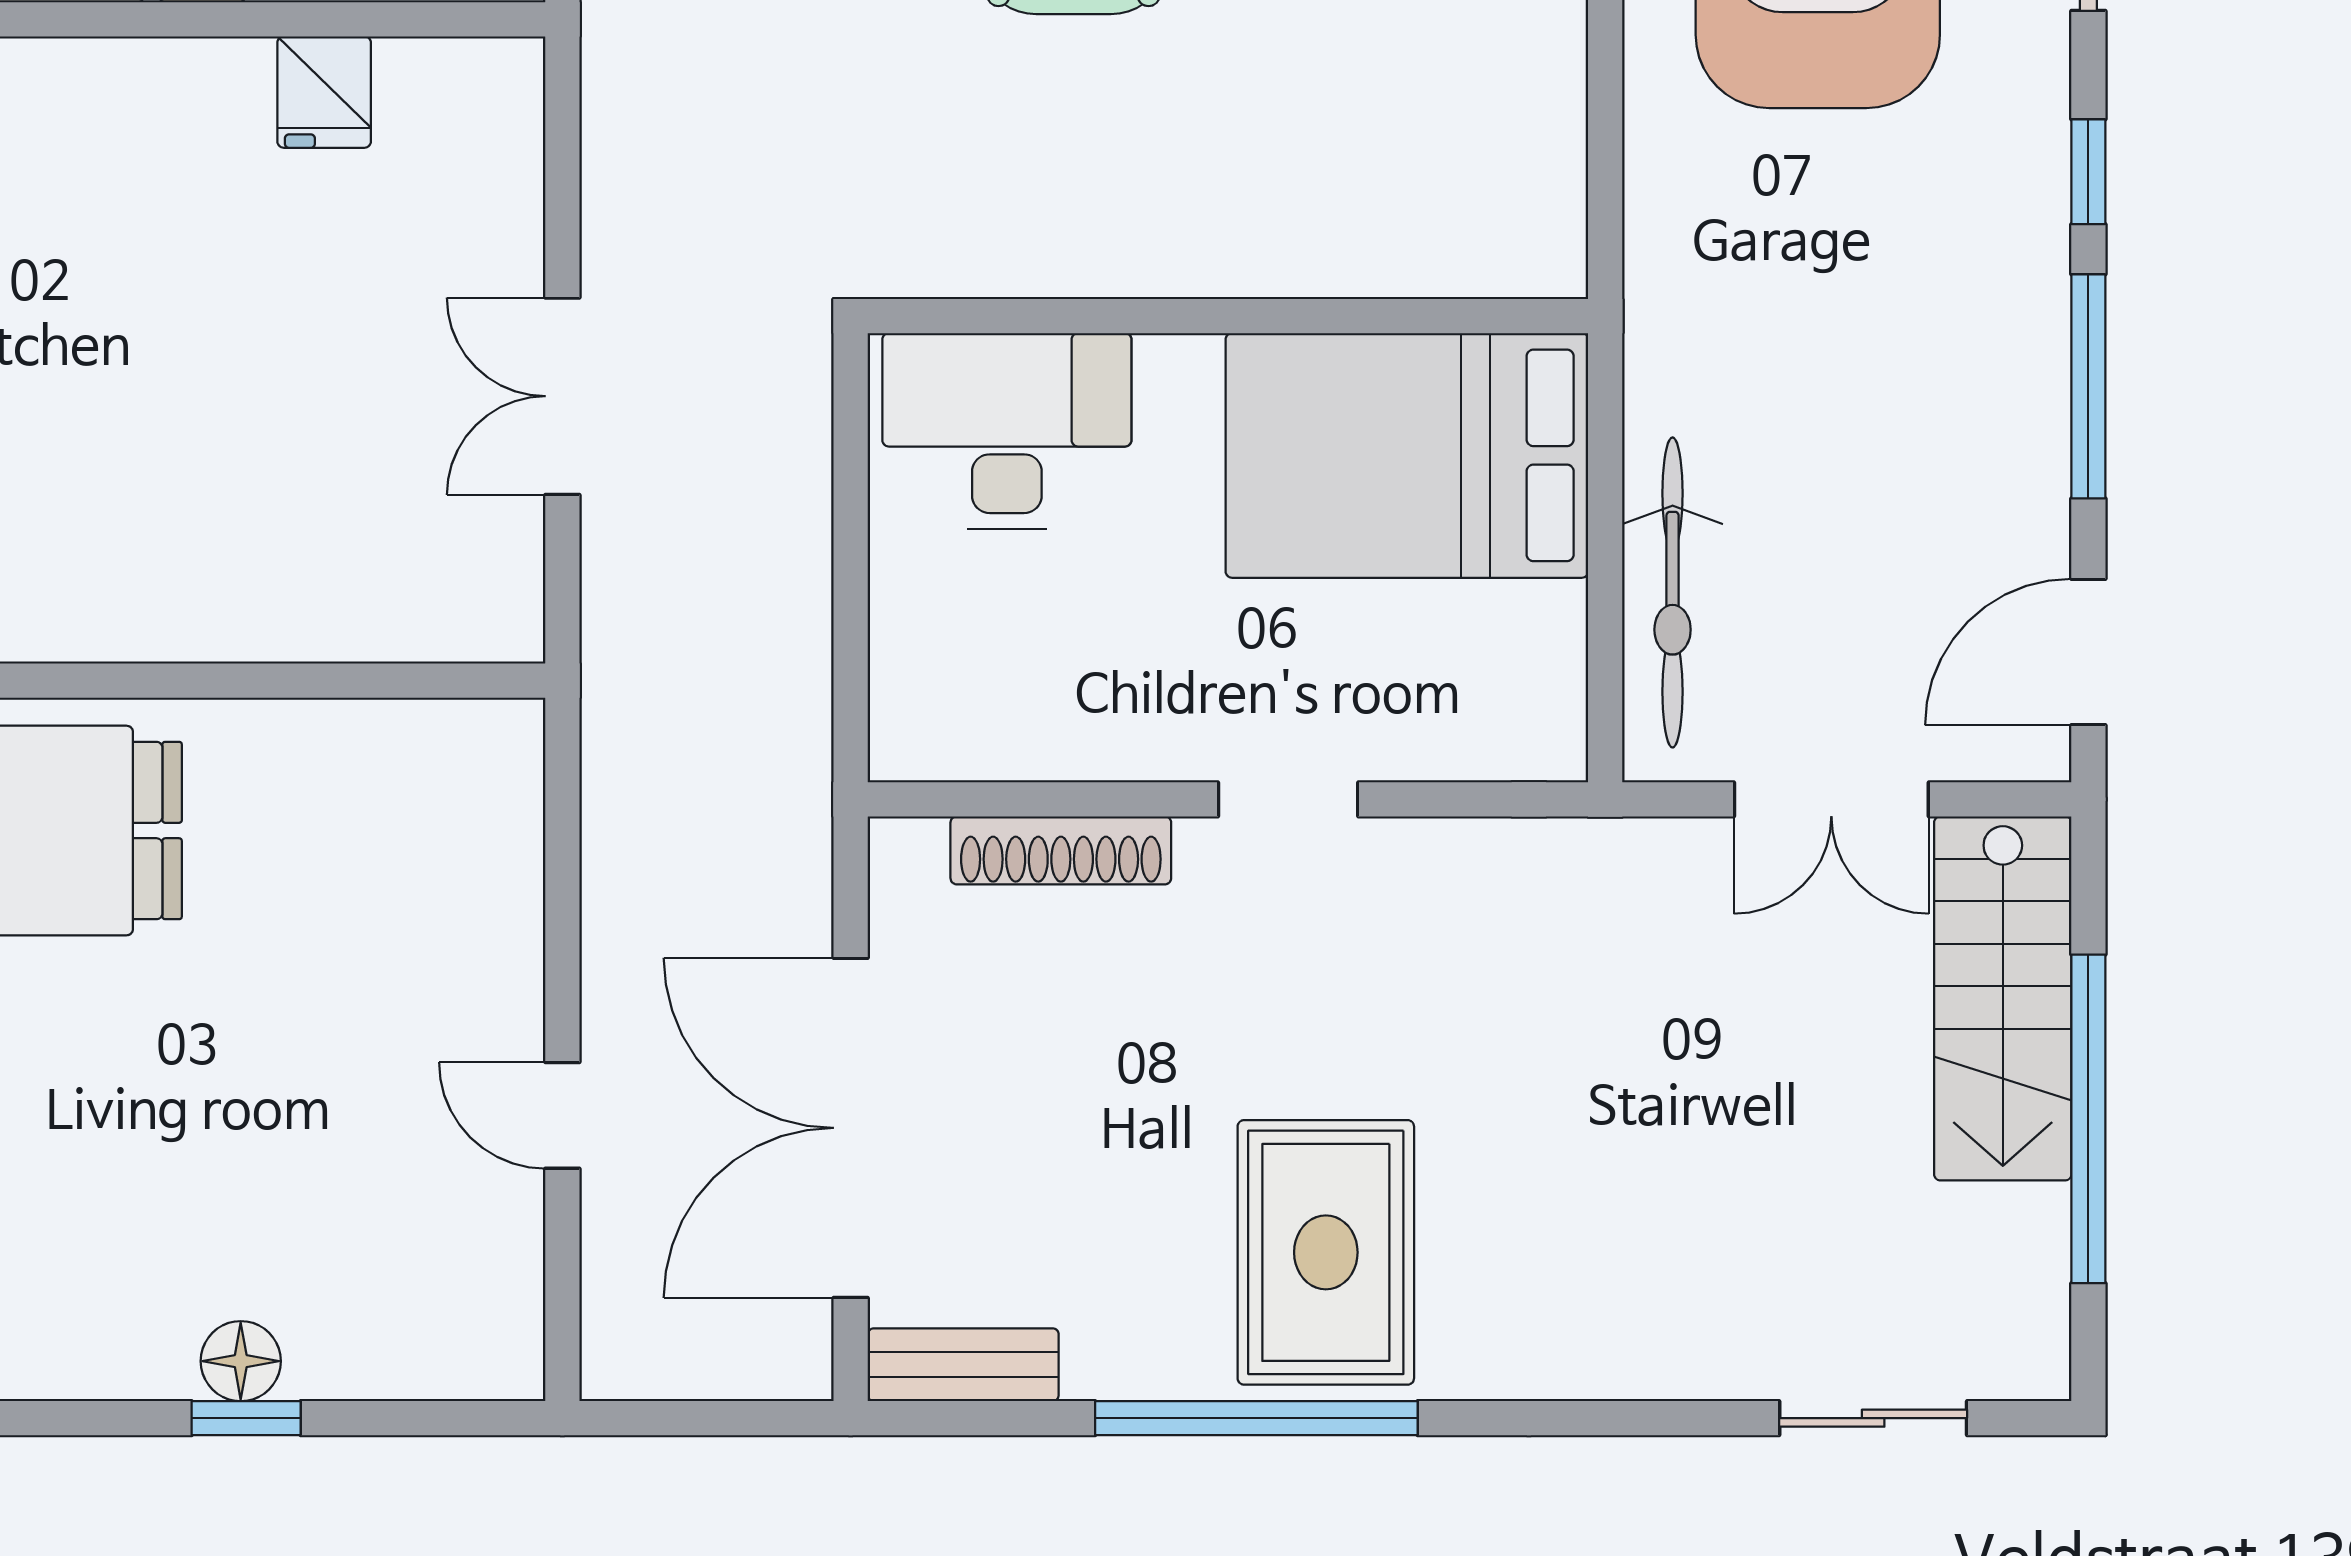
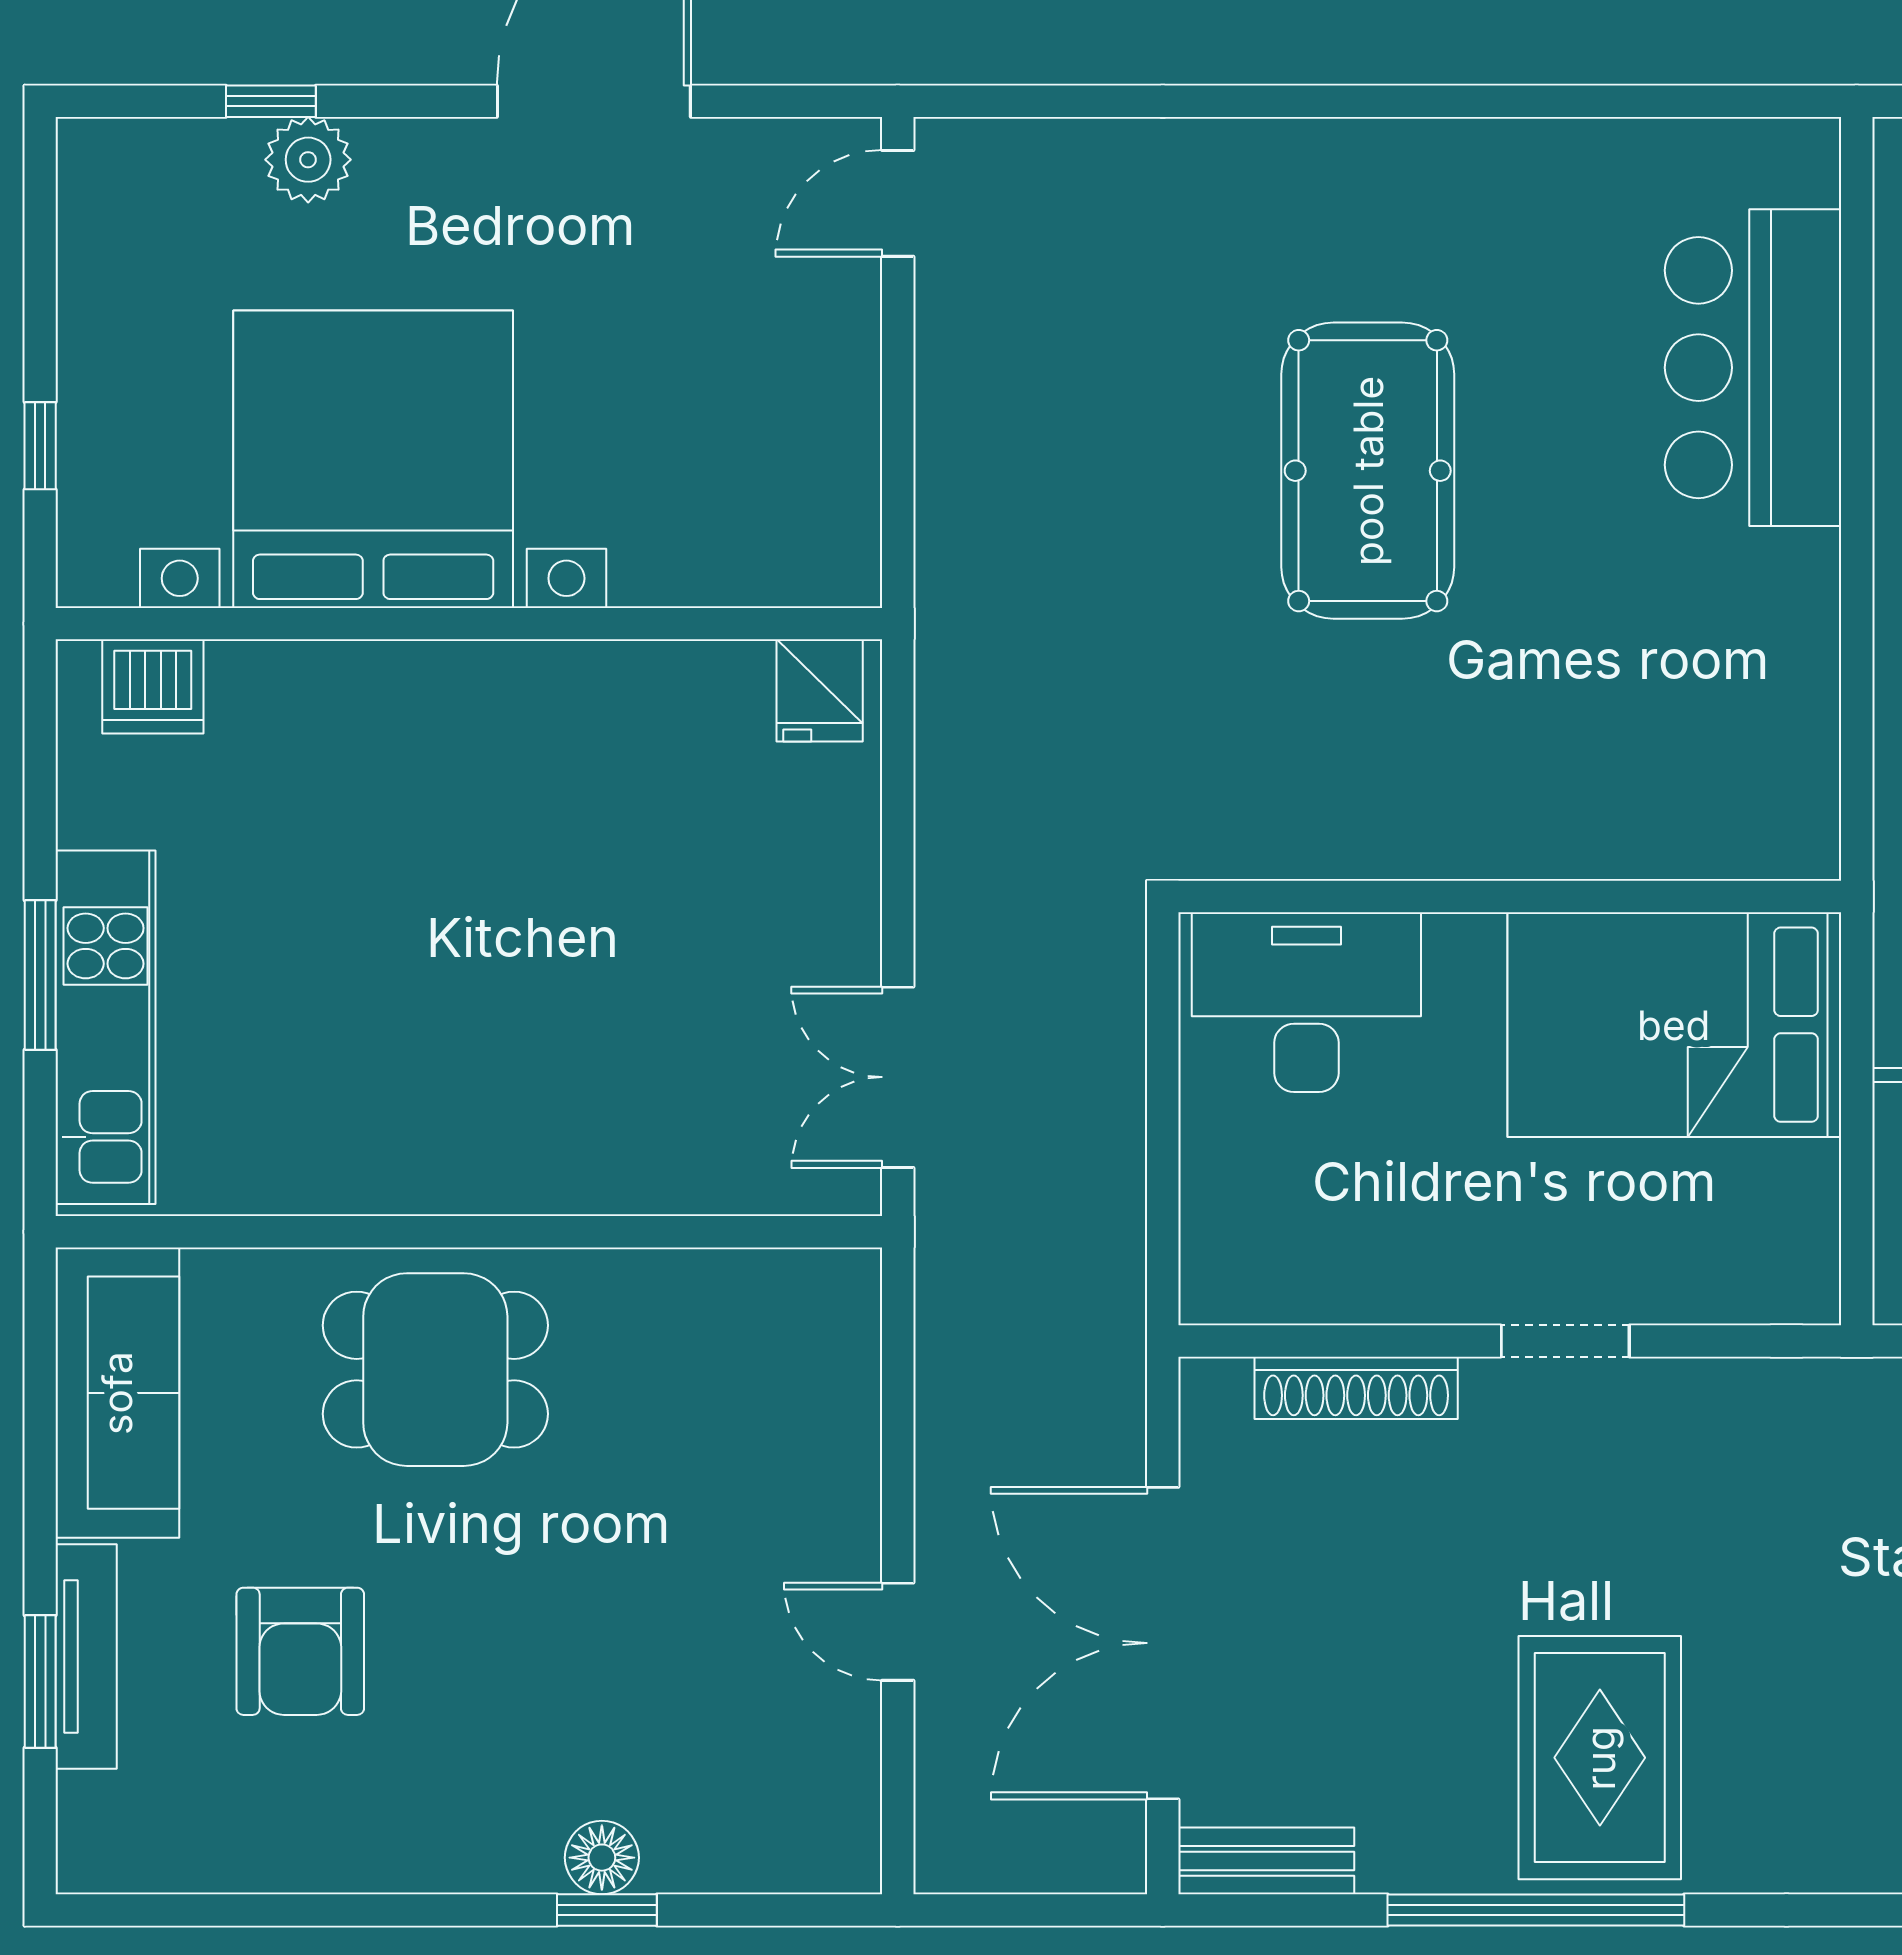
fridge: (324, 92) -> (820, 690), moved
double door: (562, 396) -> (898, 1077), moved

